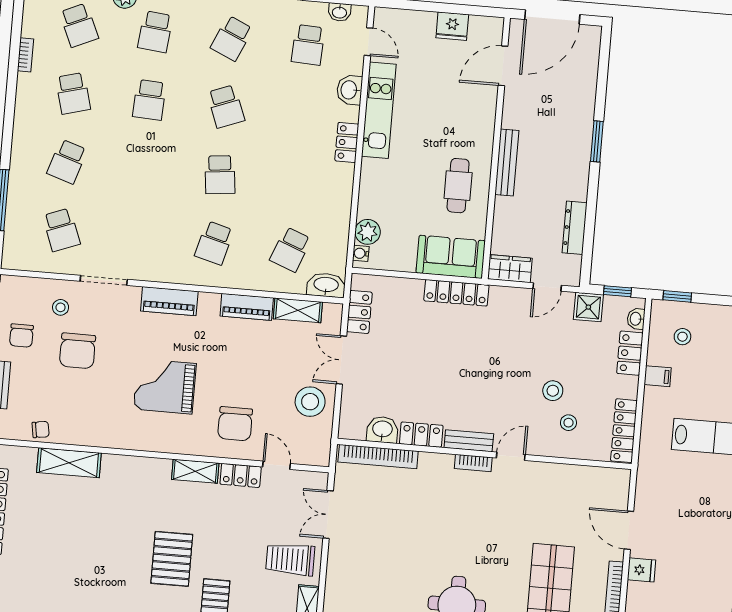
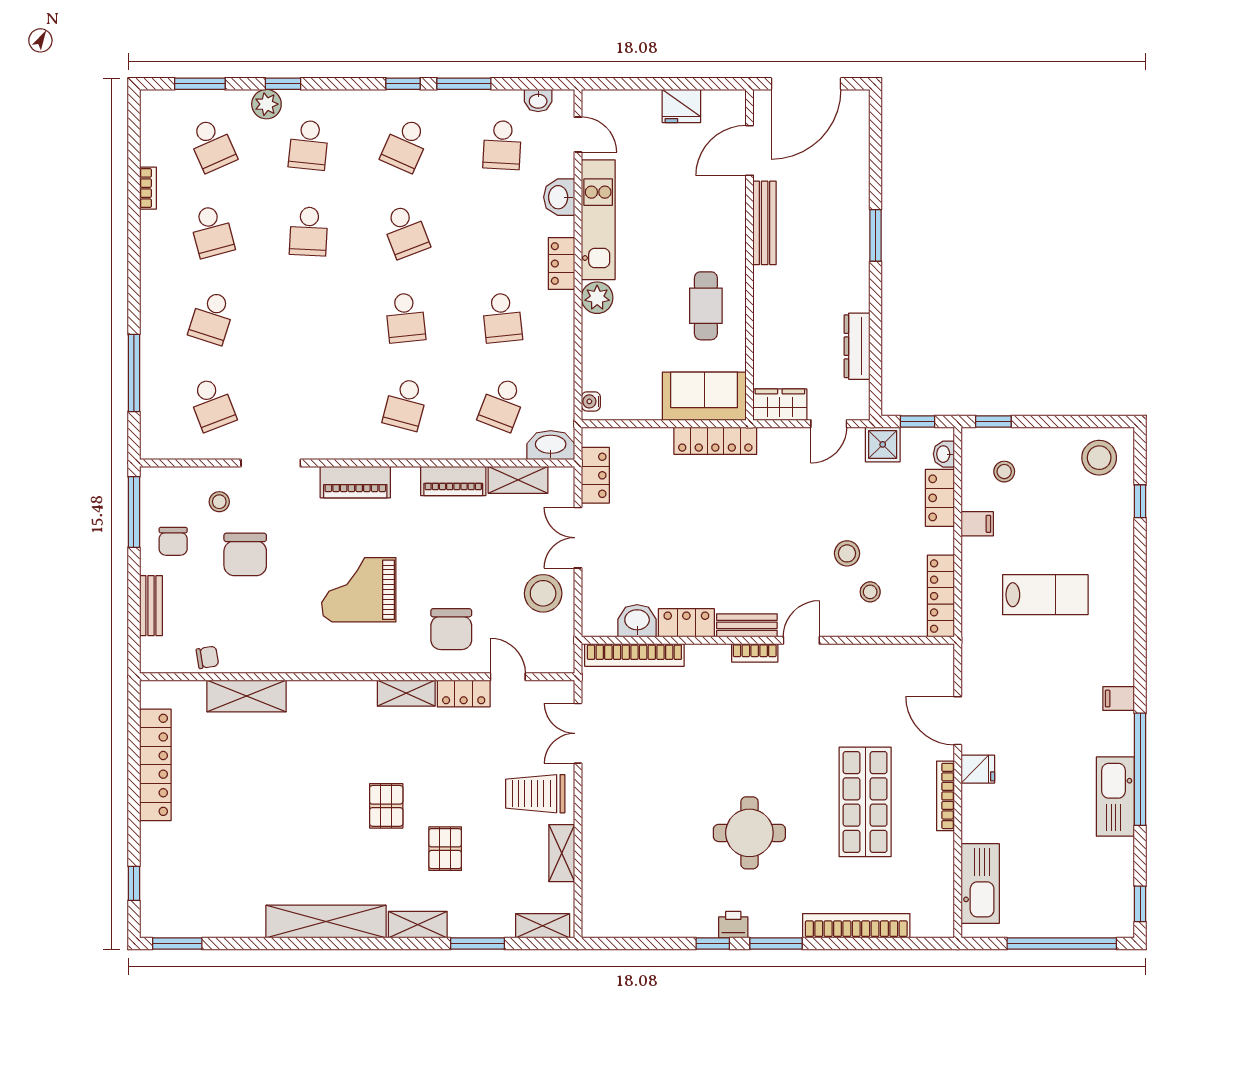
bench: (507, 162) -> (765, 223), moved
school desk: (296, 181) -> (502, 318), added
plant: (368, 232) -> (597, 298), moved
pallet: (172, 559) -> (386, 806), width x0.67, depth x0.71

